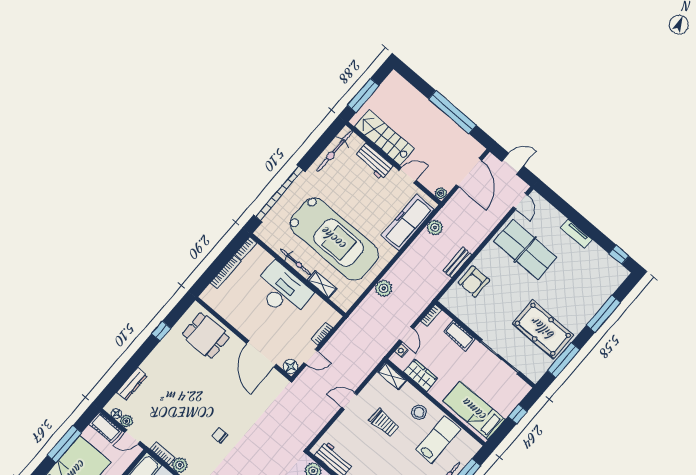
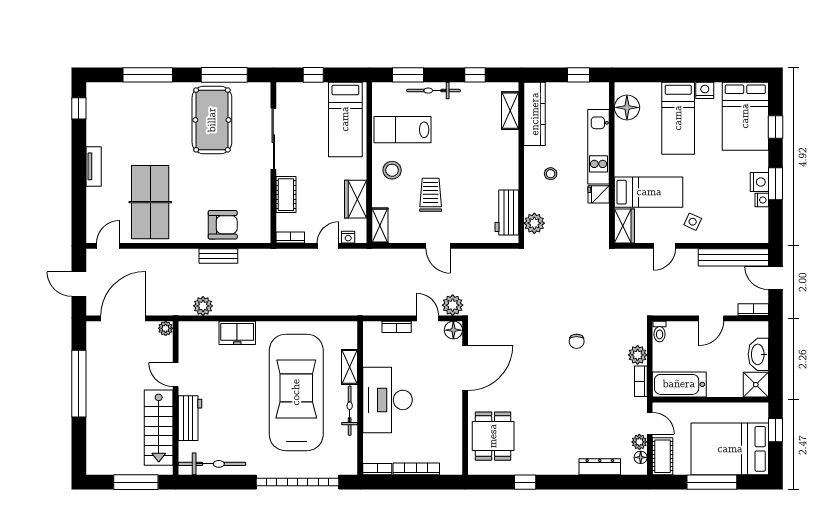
freezer: (408, 223) -> (237, 333), width x0.52, depth x0.79
plant: (384, 288) -> (453, 305), moved

